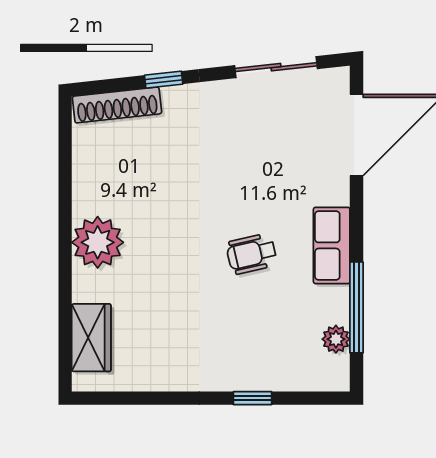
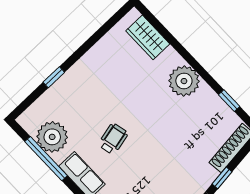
window: (65, 166) -> (229, 101), added
plant: (336, 339) -> (52, 137), width x1.88, depth x1.88

